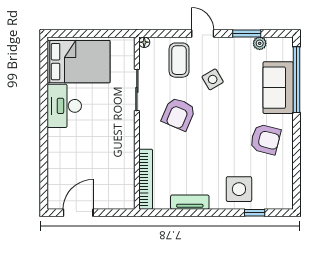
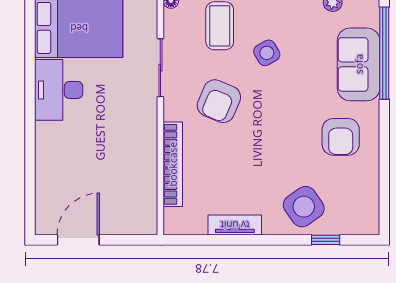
armchair: (265, 139) -> (341, 137), turned 76
bookcase: (146, 179) -> (173, 164), moved
side table: (239, 189) -> (304, 207), turned -35

